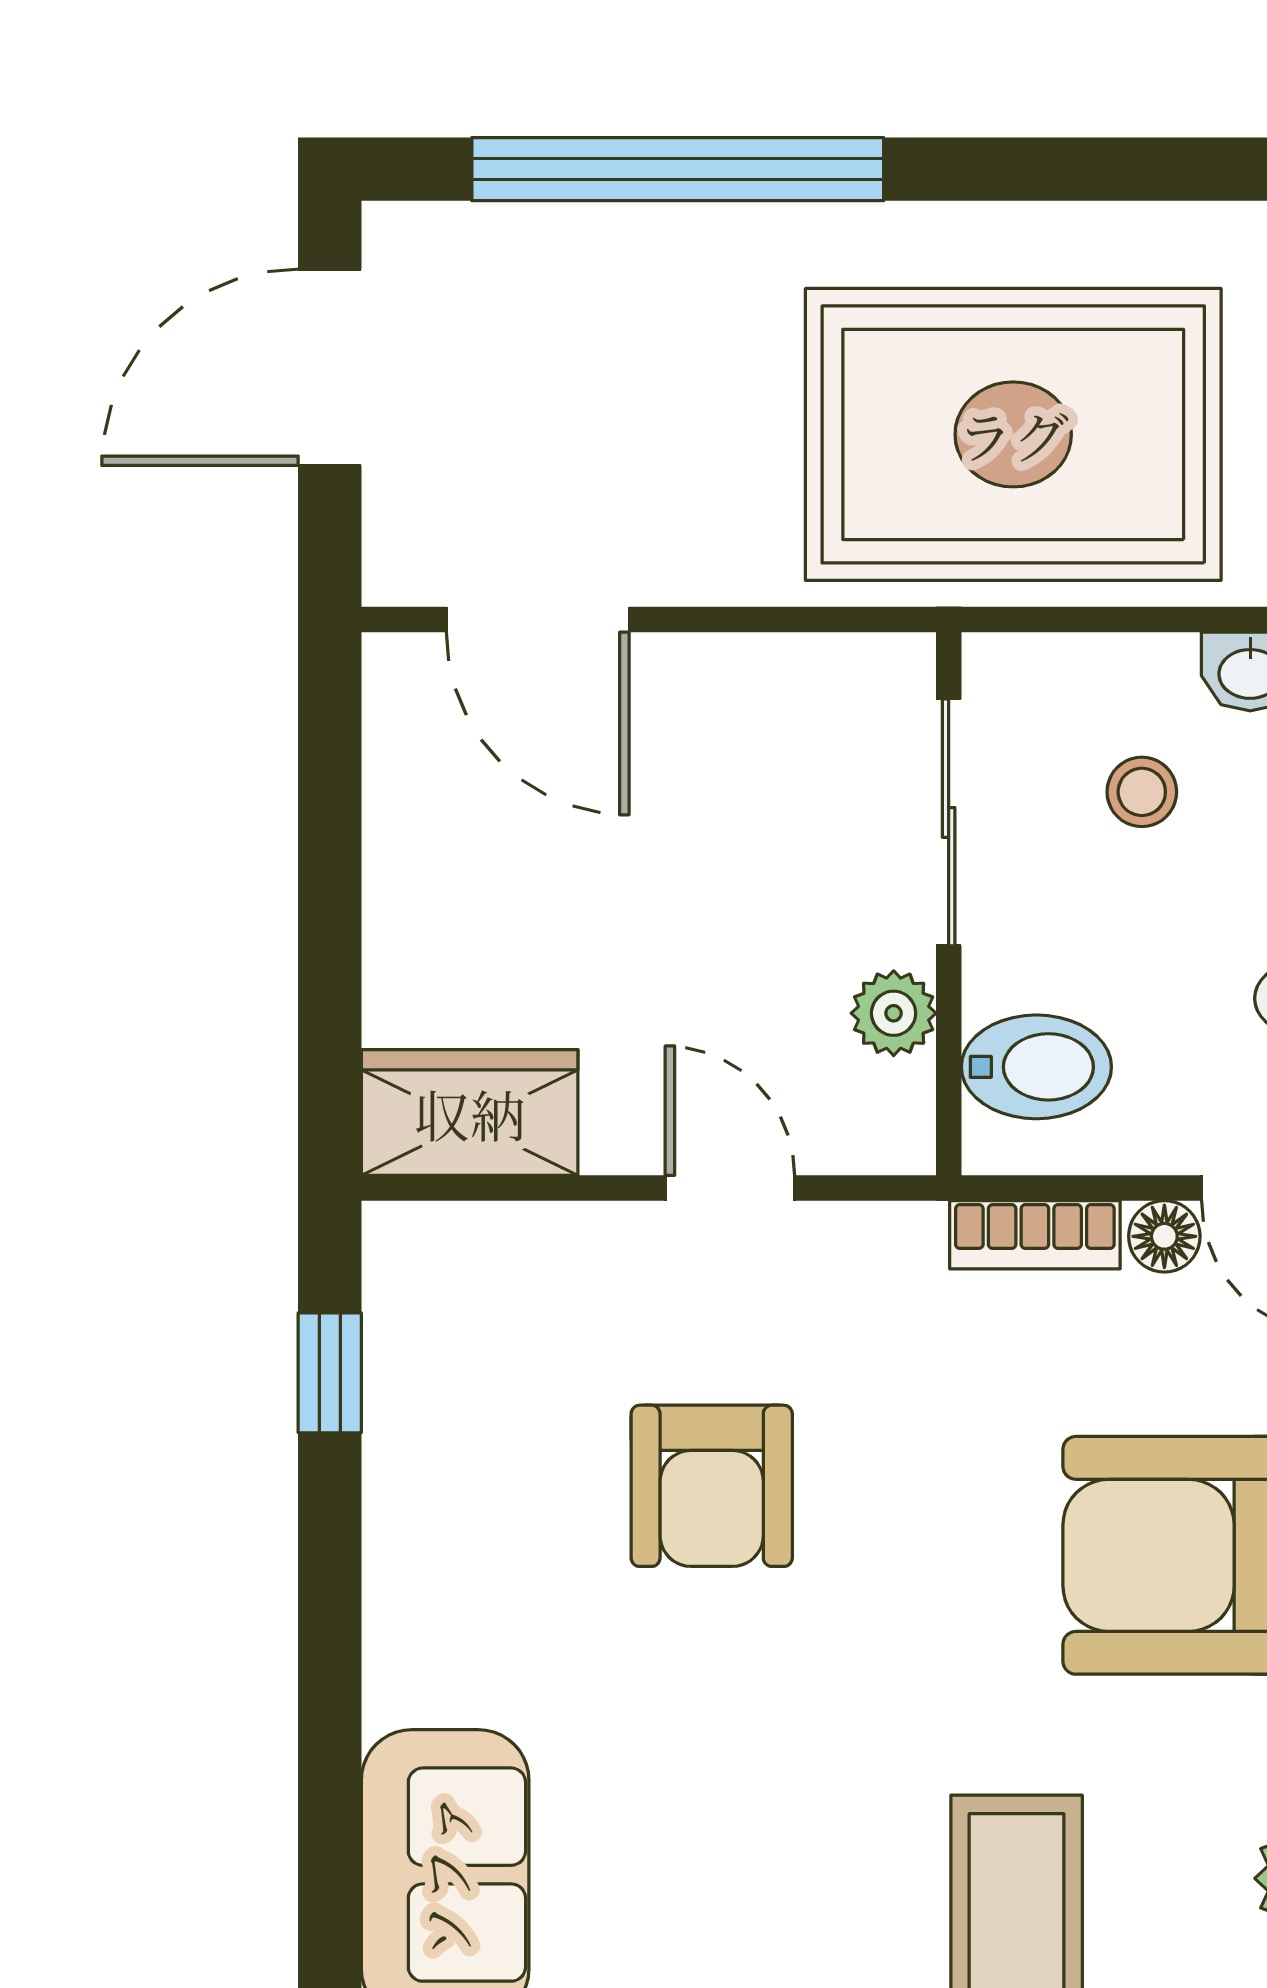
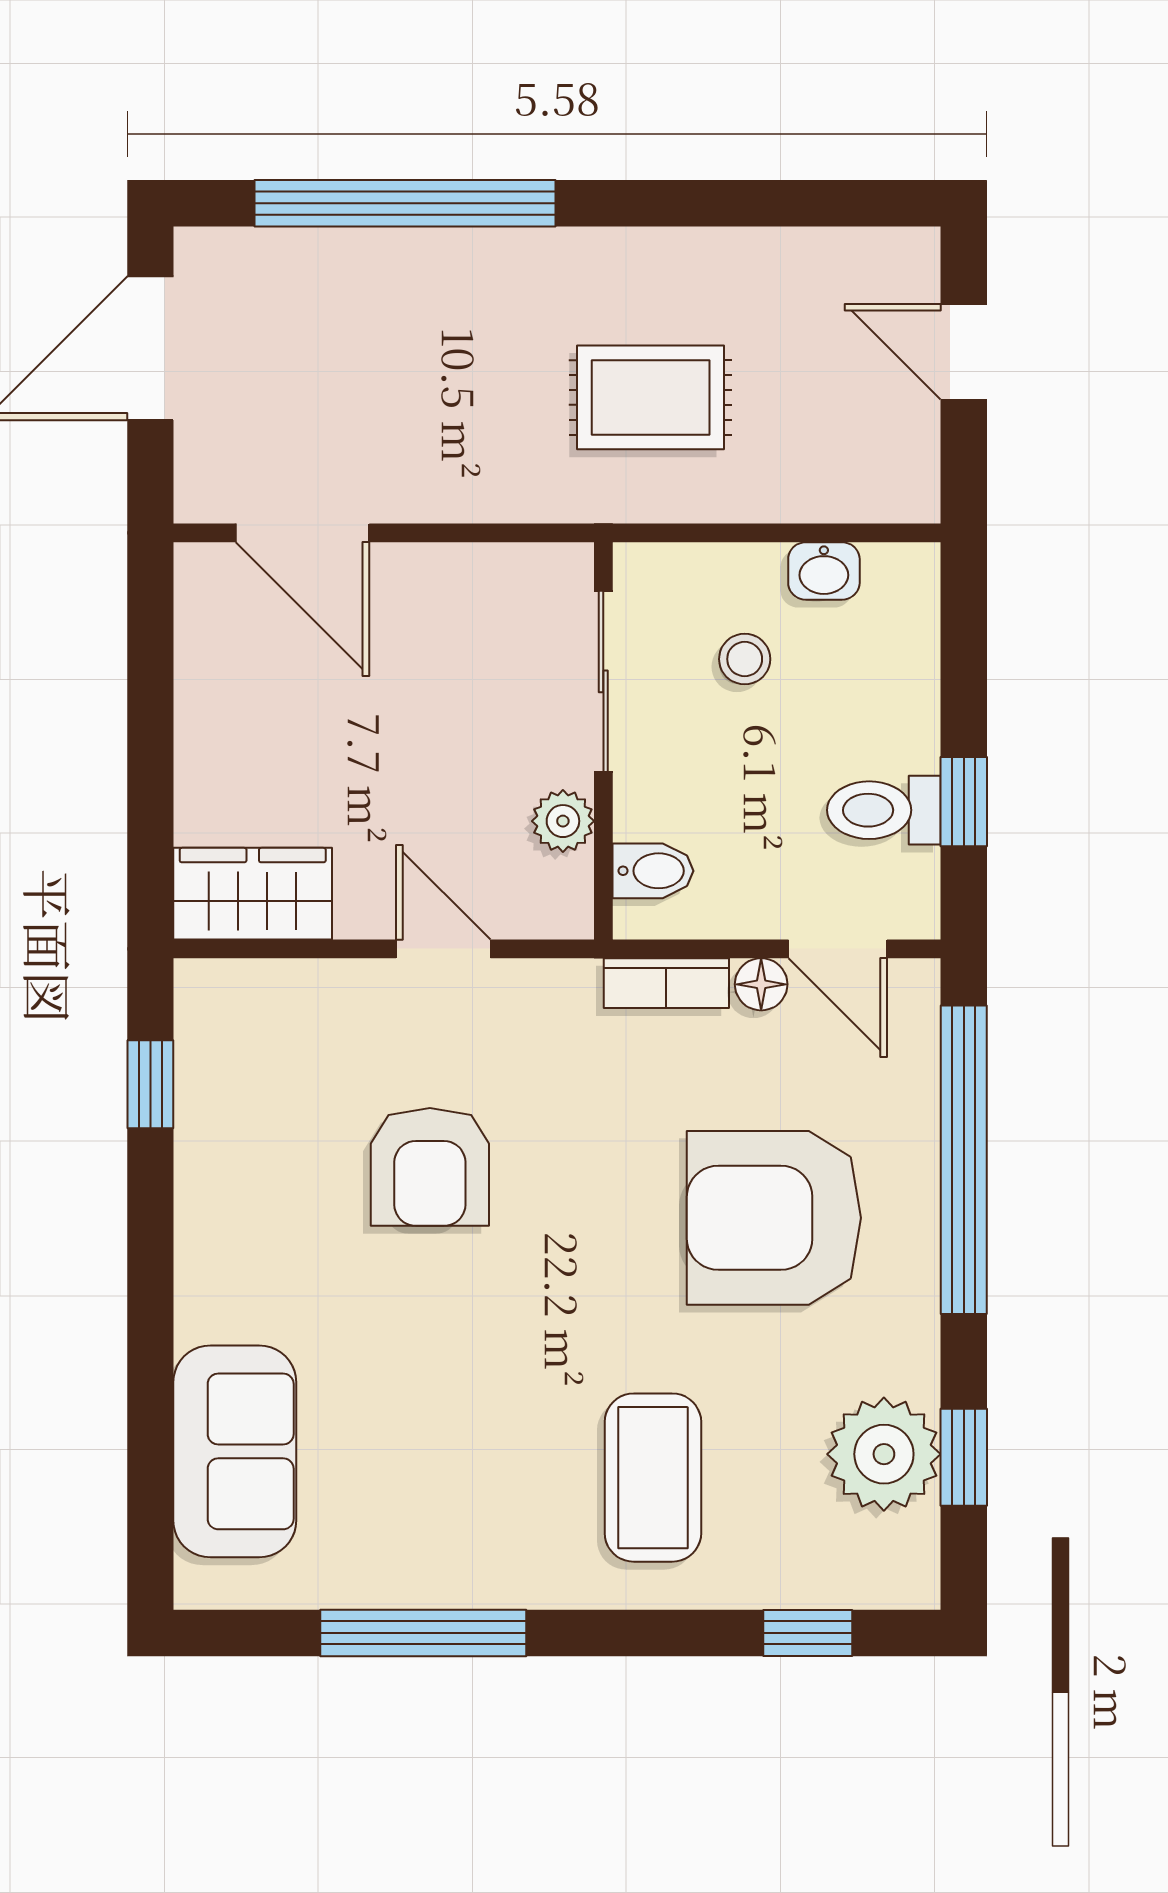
rug: (1013, 434) -> (651, 397), width x0.54, depth x0.49
bidet: (1036, 1067) -> (653, 871), width x0.72, depth x0.74

